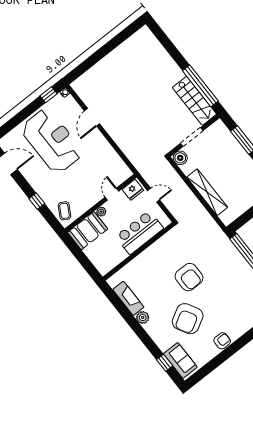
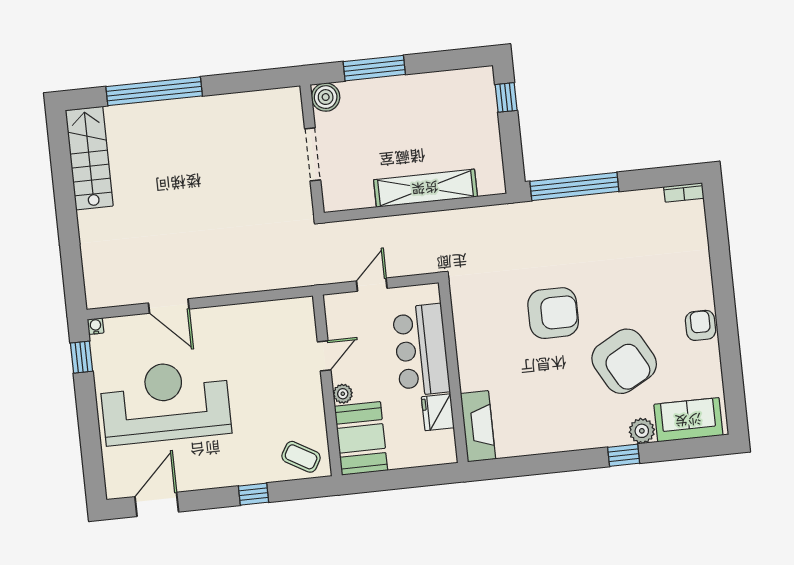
window: (200, 86) -> (154, 91), moved
stairs: (195, 101) -> (89, 158), moved, turned -90
boiler: (180, 158) -> (326, 97), moved
fridge: (133, 190) -> (438, 412), moved, turned 180
door: (112, 194) -> (324, 356), swing flipped
fireplace: (128, 298) -> (478, 426), moved, turned 90
plant: (143, 317) -> (642, 431), moved
window: (165, 363) -> (624, 455), moved

